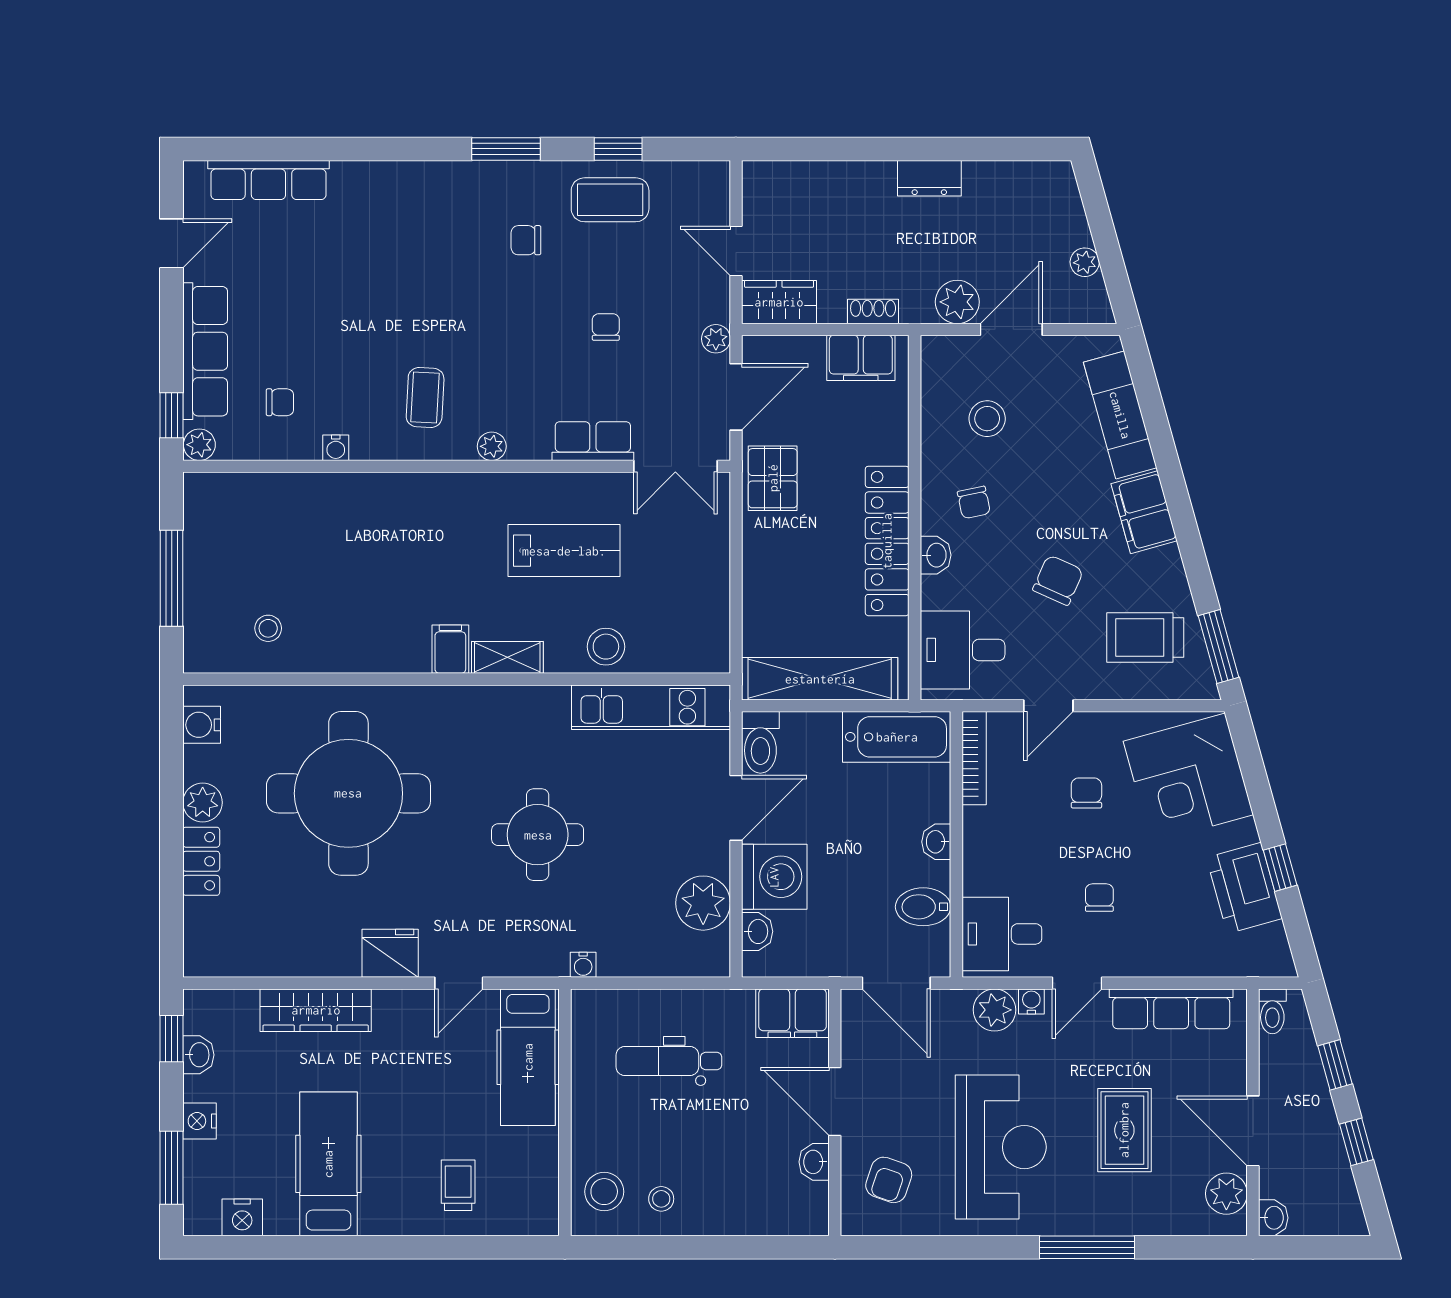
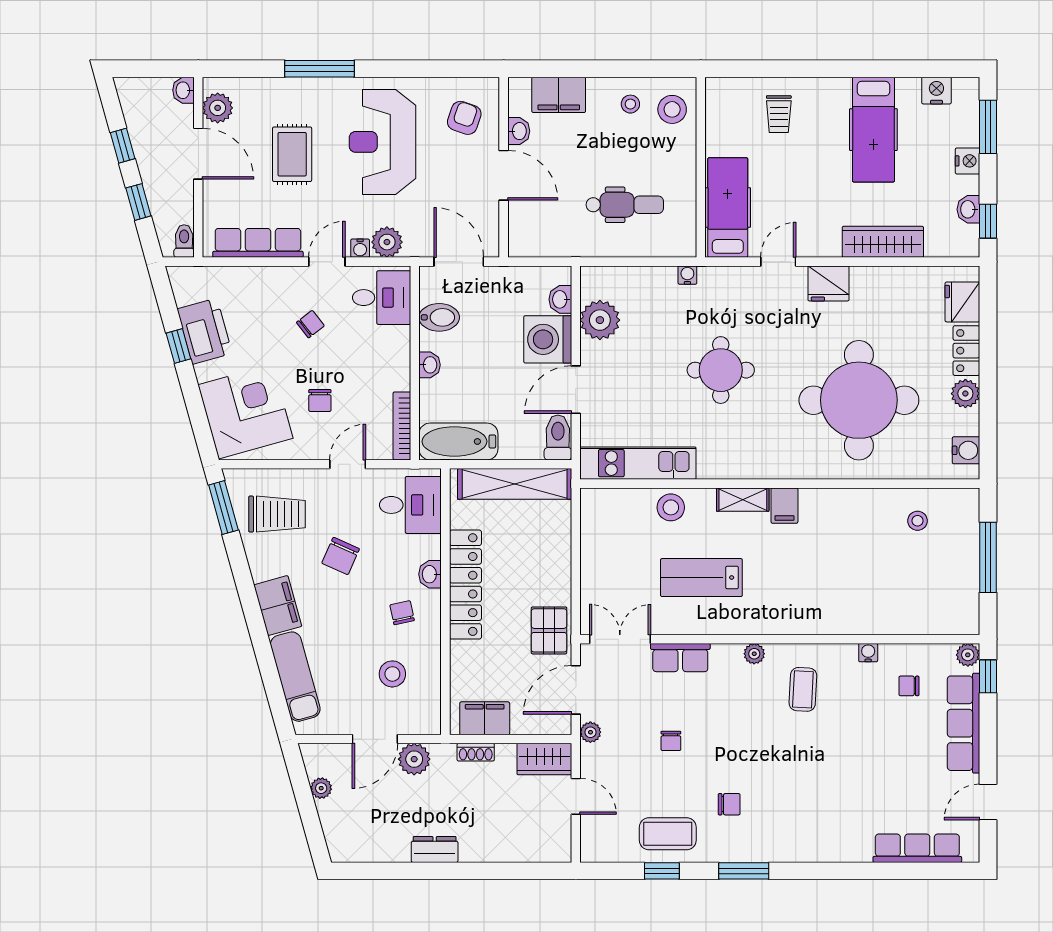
chair: (1099, 898) -> (310, 324), turned -128
fridge: (207, 928) -> (962, 302), added
filing cabinet: (792, 1013) -> (559, 95), moved, turned 180

